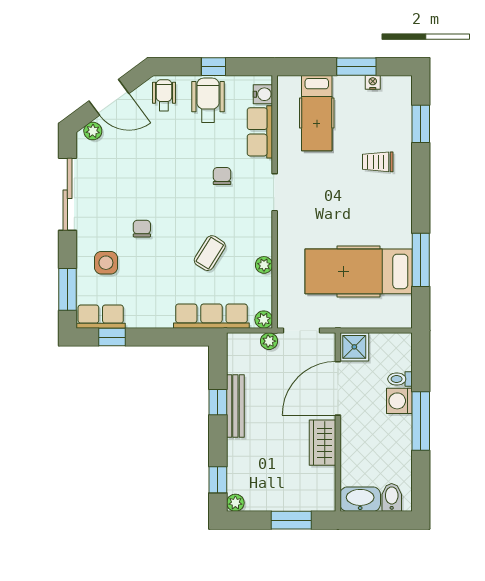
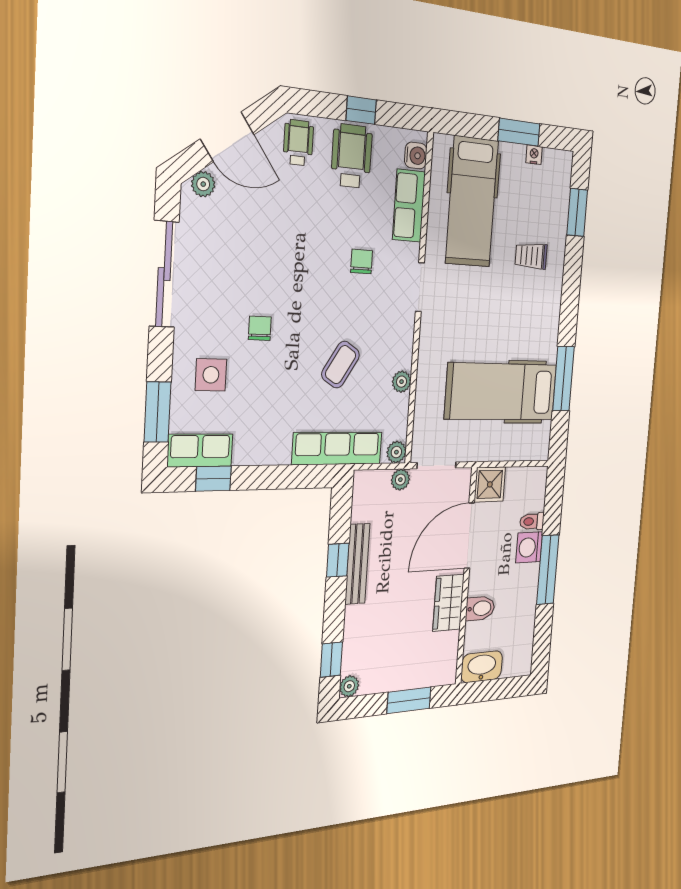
hospital bed: (317, 113) -> (472, 202), width x1.37, depth x1.29
bidet: (392, 497) -> (480, 608), moved, turned 90

